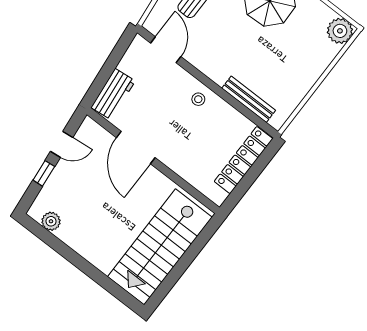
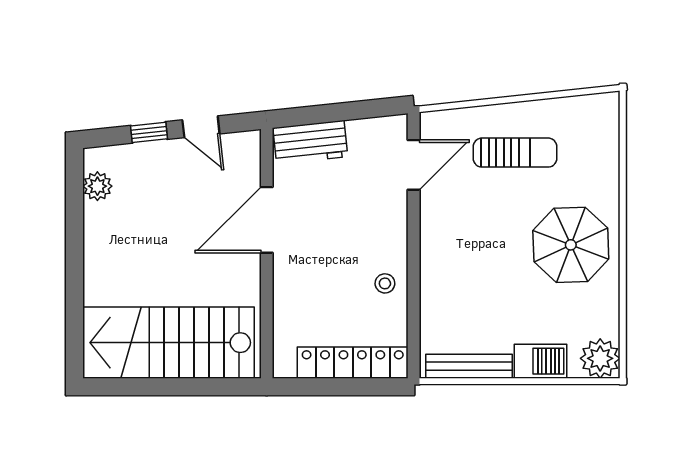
barbecue: (318, 63) -> (541, 361), added
stool: (198, 99) -> (385, 283), moved
bench: (249, 99) -> (469, 366), moved, turned 90

